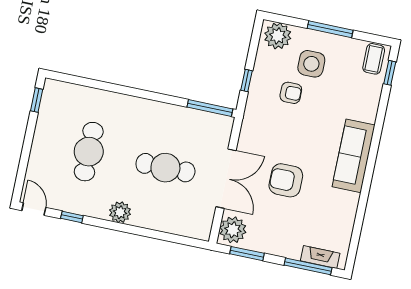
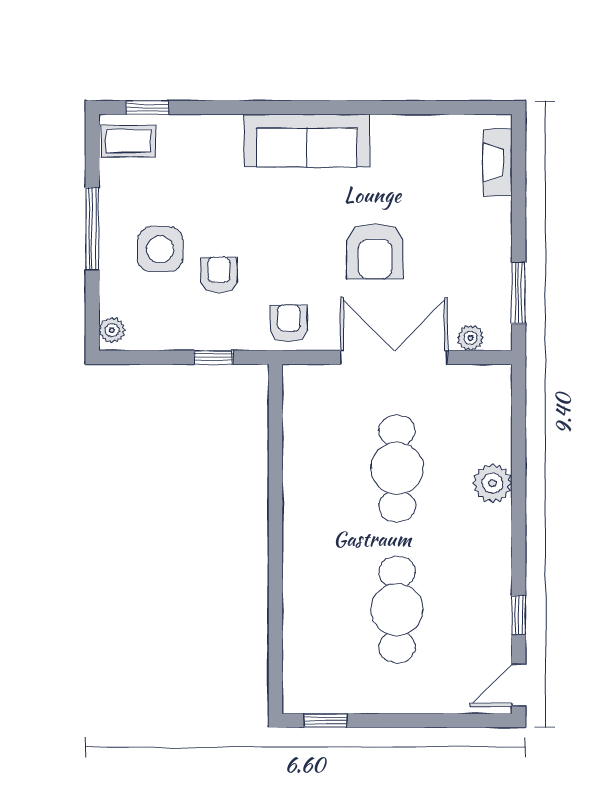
plant: (278, 36) -> (112, 330), width x0.53, depth x0.53
window: (210, 108) -> (275, 412), removed
armchair: (256, 125) -> (289, 323), added
cafe table: (89, 152) -> (397, 610), turned 90
plant: (120, 212) -> (492, 483), moved
plant: (233, 230) -> (470, 338), width x0.53, depth x0.53
window: (308, 266) -> (519, 181), removed

